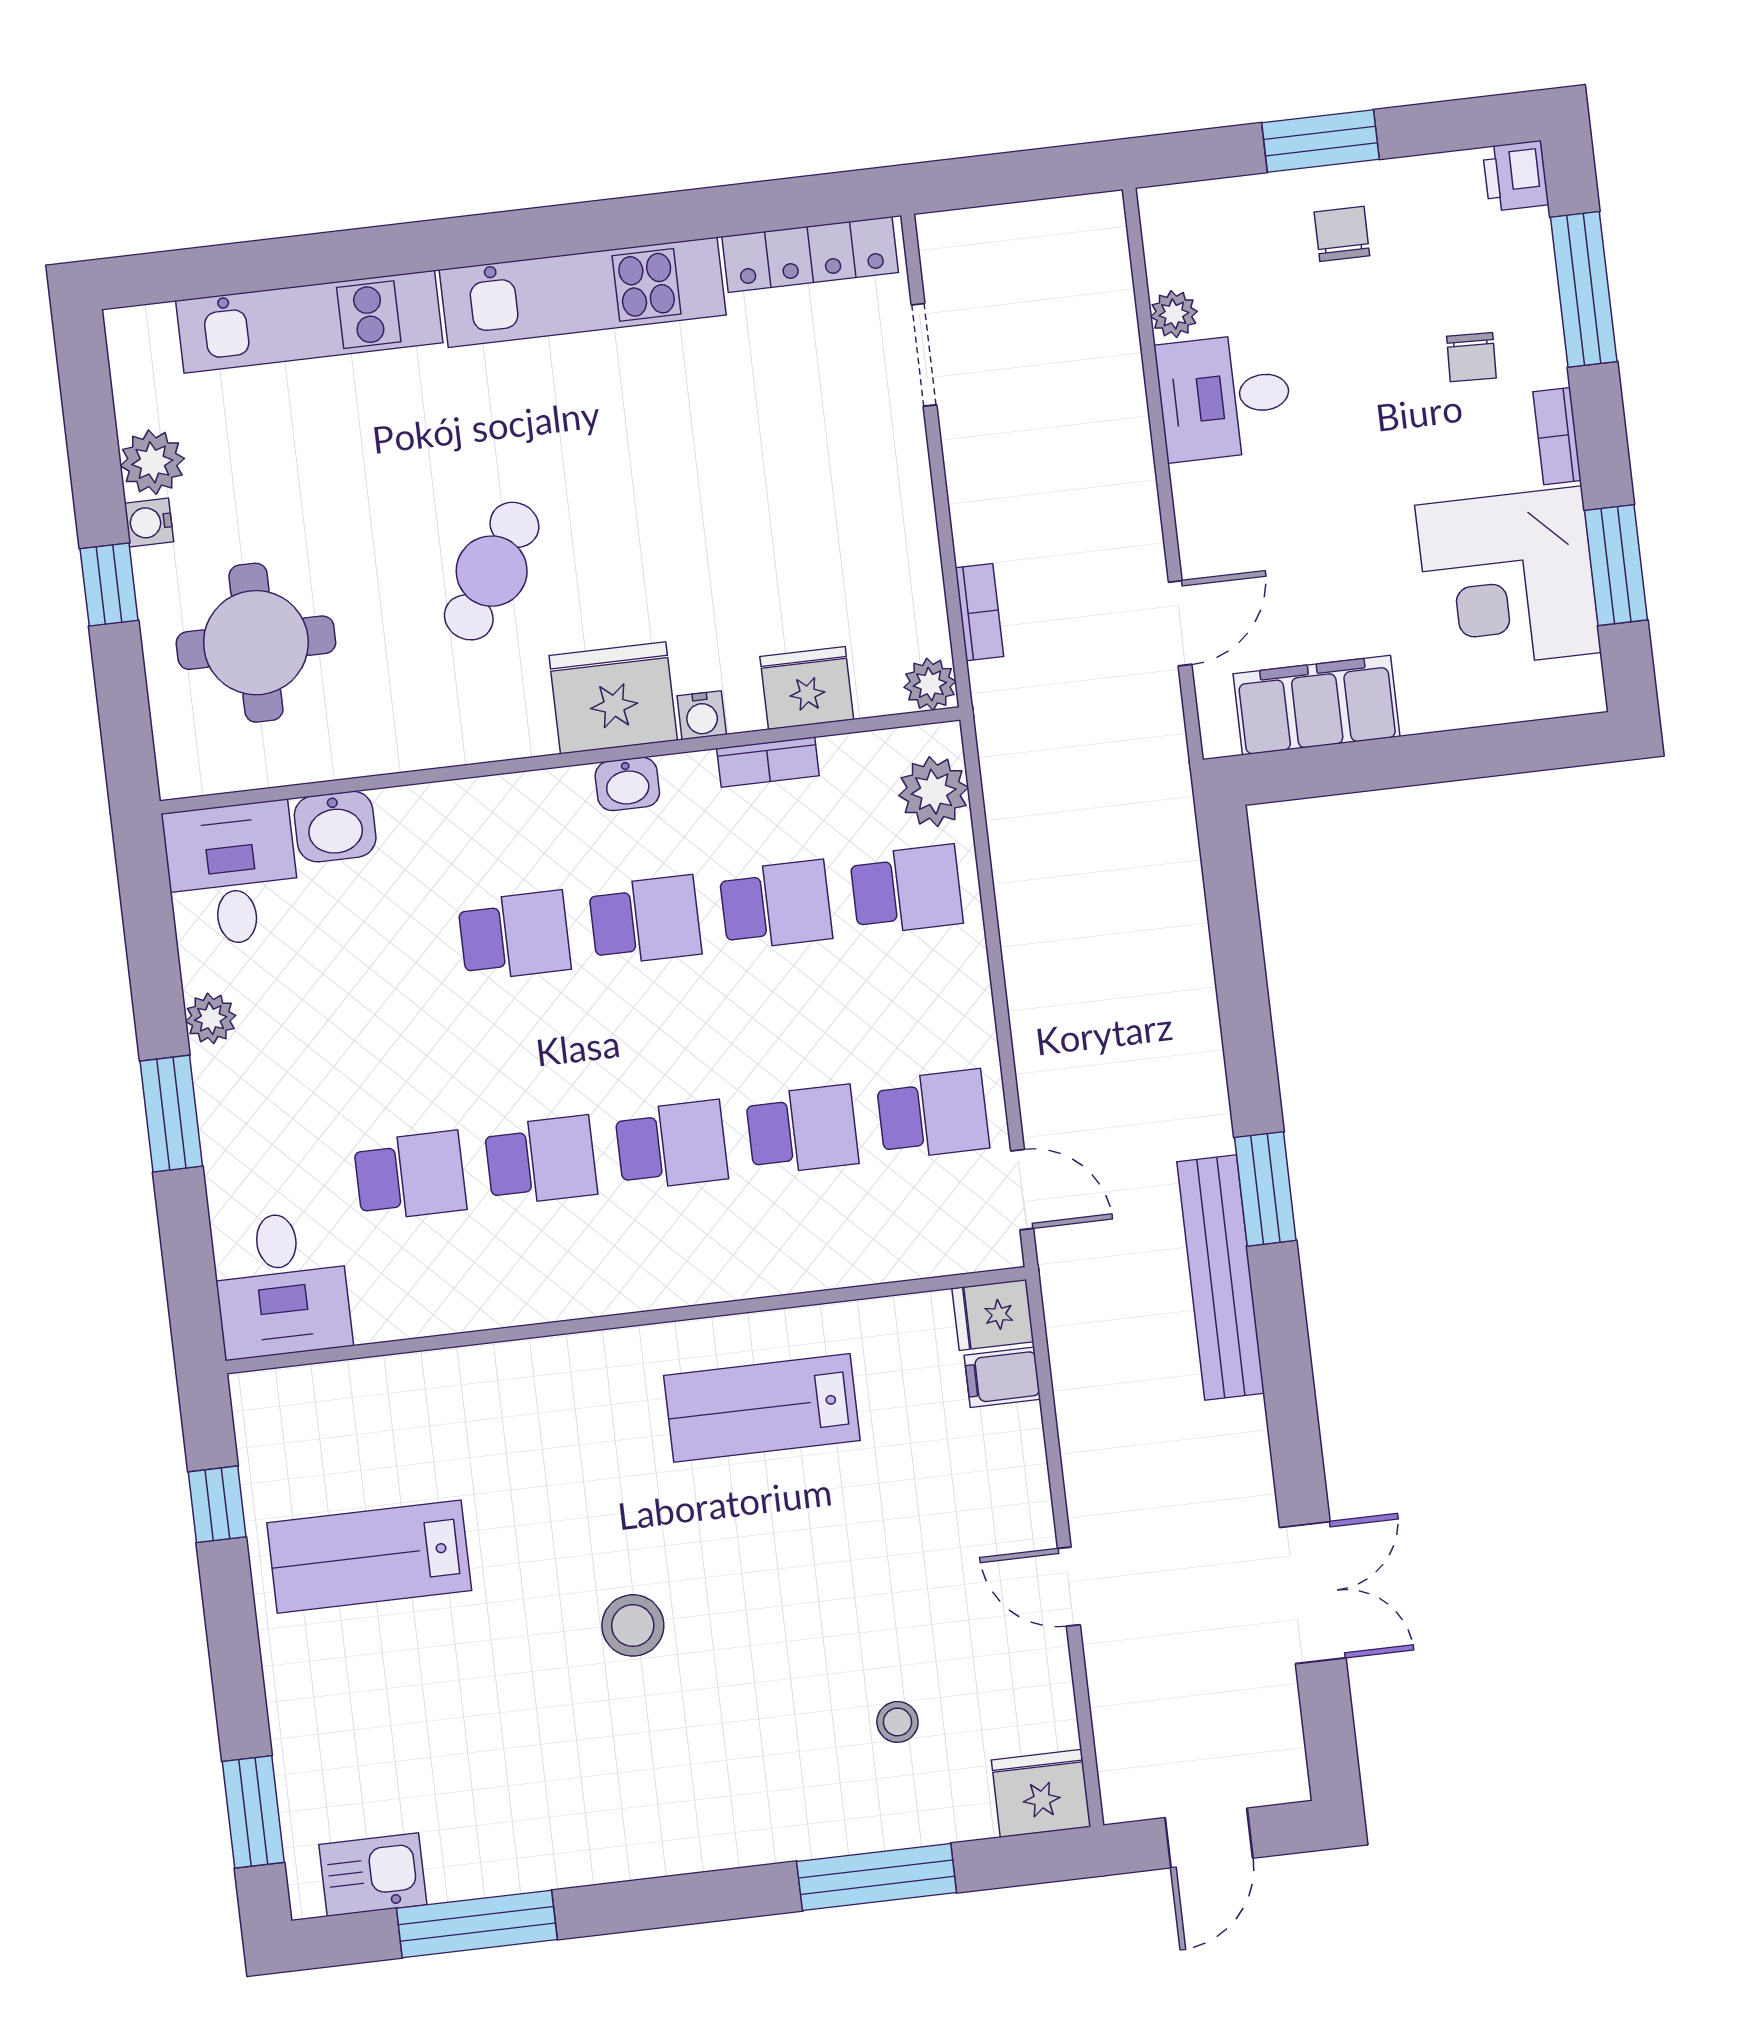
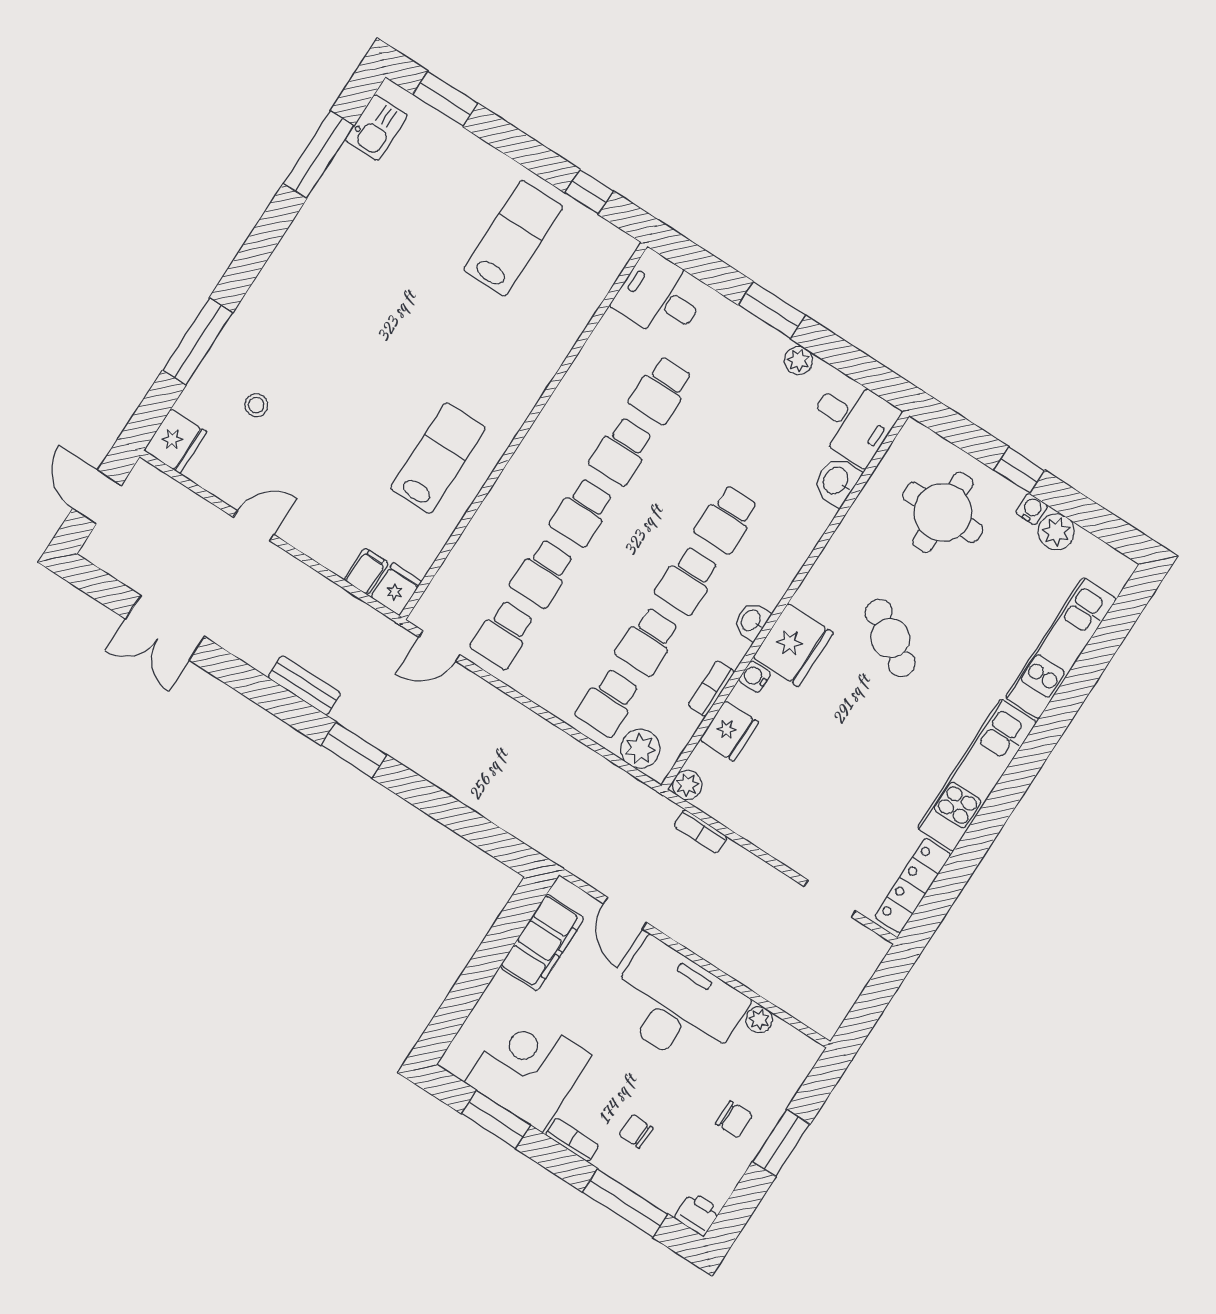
desk: (1224, 397) -> (676, 1005), width x1.87, depth x1.30
bench: (1221, 1278) -> (304, 685), width x0.54, depth x0.82
stool: (633, 1625) -> (391, 326), removed

